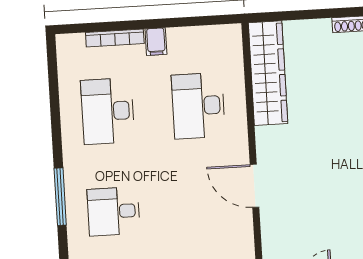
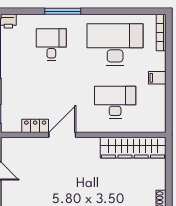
bookcase: (115, 38) -> (161, 33), moved
desk: (108, 111) -> (115, 45), width x1.36, depth x1.30
locker: (243, 229) -> (35, 126), added

